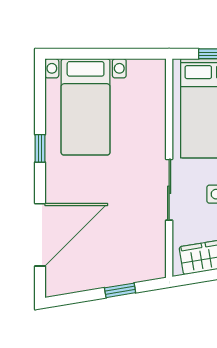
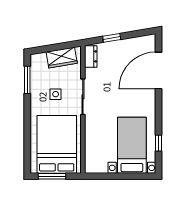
window: (40, 148) -> (159, 143), moved
dresser: (156, 259) -> (91, 56), added

